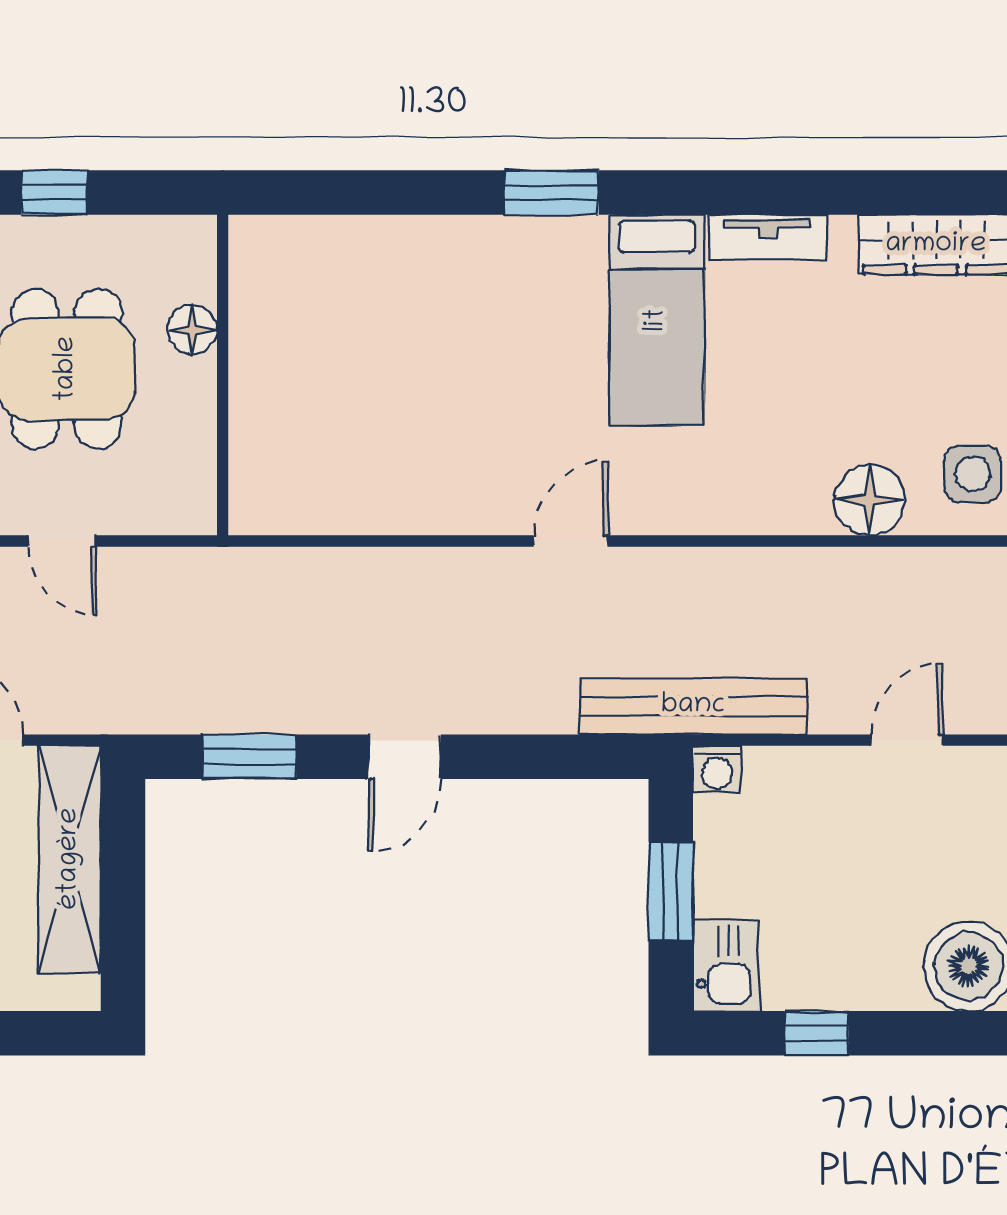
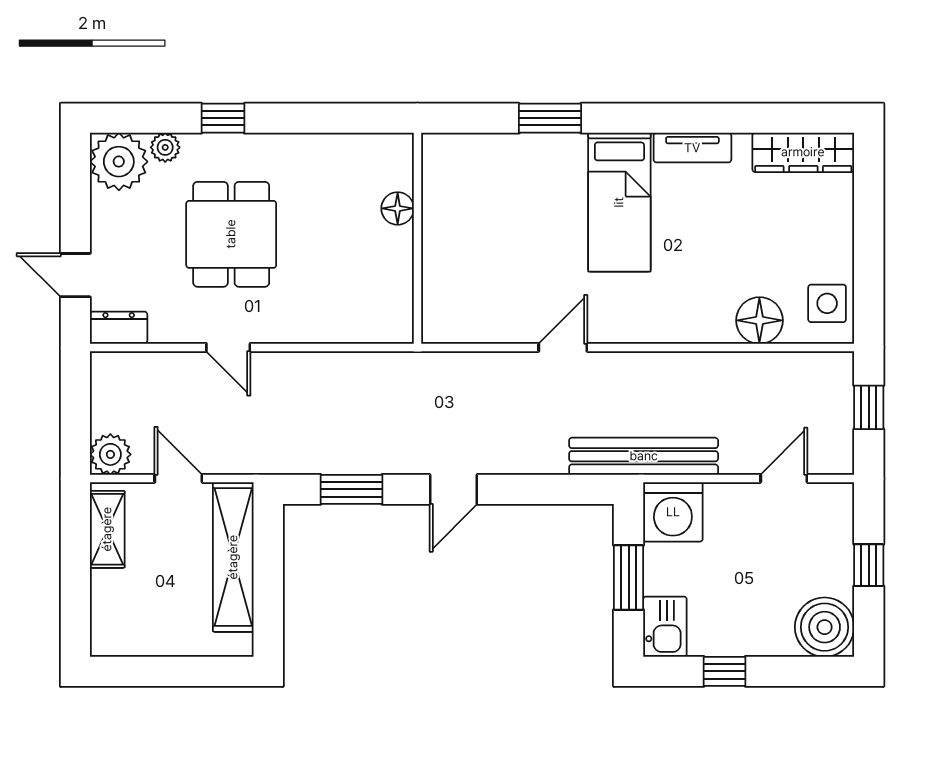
floor lamp: (192, 330) -> (398, 208), moved
wall: (223, 375) -> (417, 238), moved
washing machine: (717, 770) -> (673, 512), width x1.89, depth x1.89

